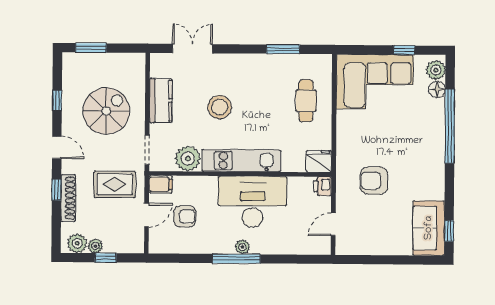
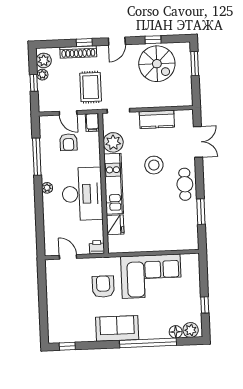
corner sofa: (375, 82) -> (151, 276), moved, turned -90
cafe table: (306, 101) -> (185, 184), moved, turned 90
spiral stairs: (106, 111) -> (157, 64), moved
fridge: (319, 161) -> (115, 225), moved
sofa: (429, 228) -> (117, 328), moved
window: (236, 259) -> (37, 157), moved

